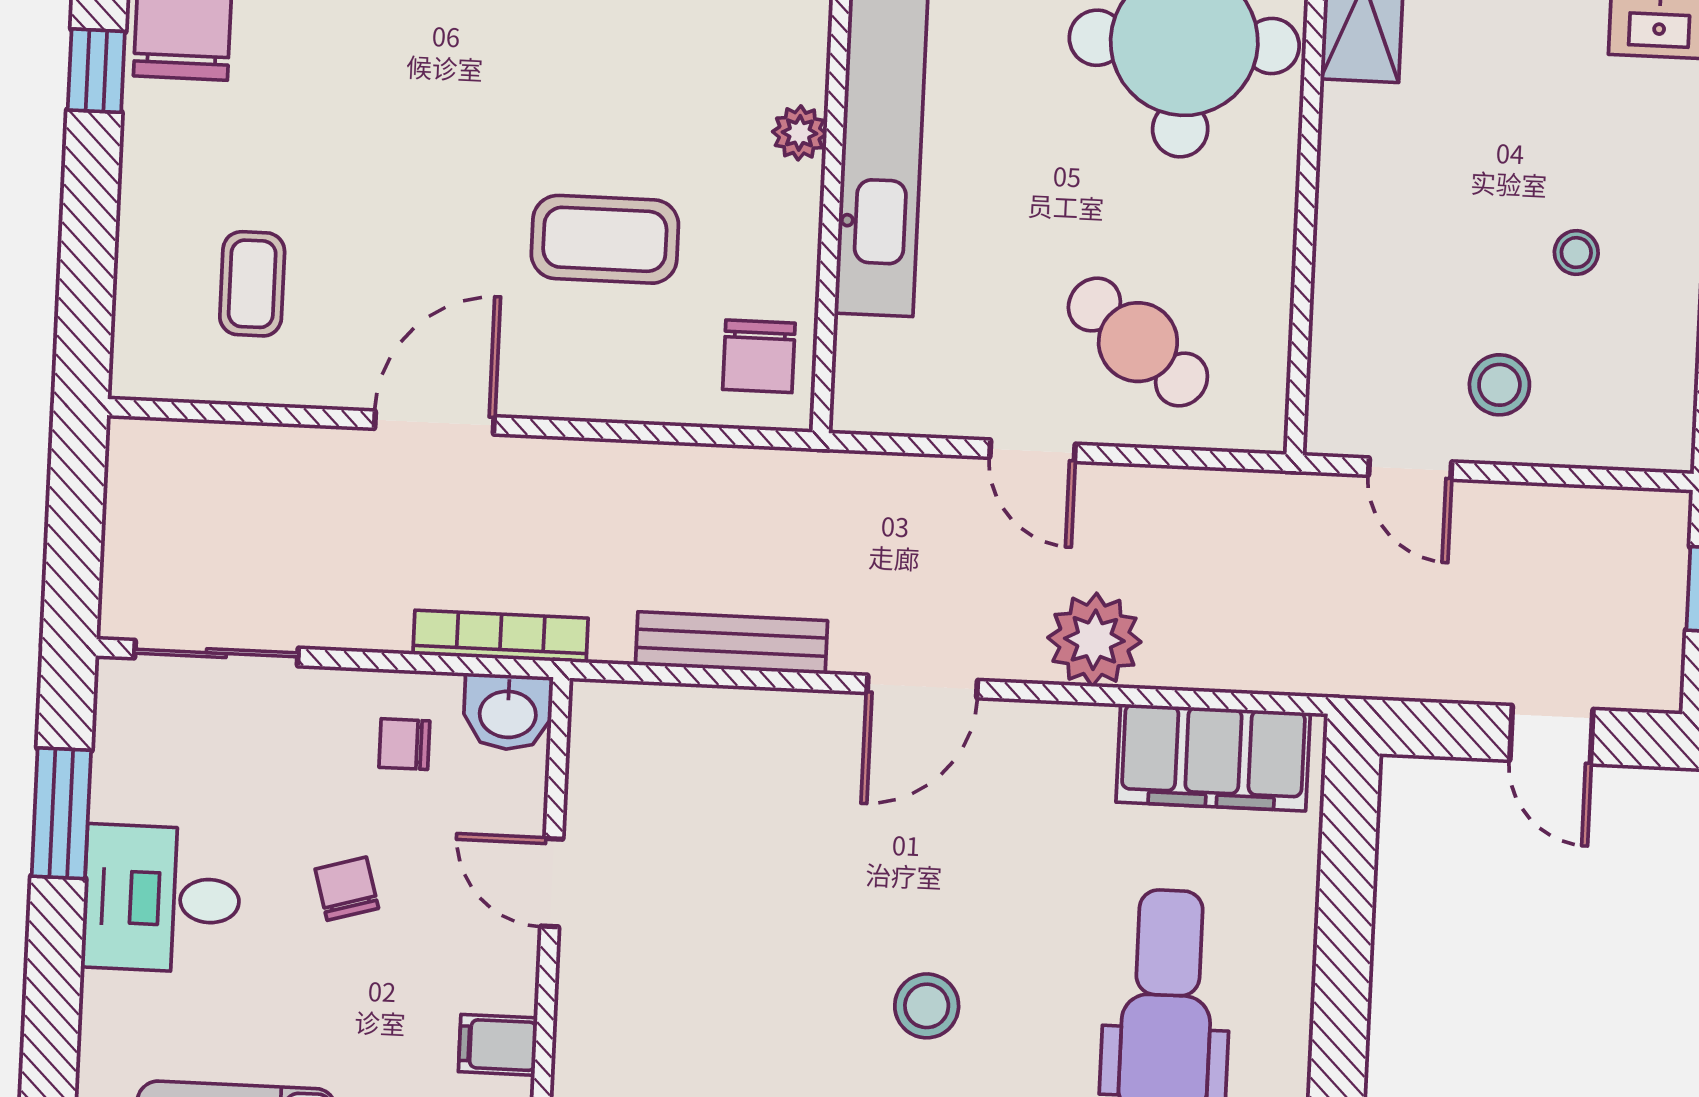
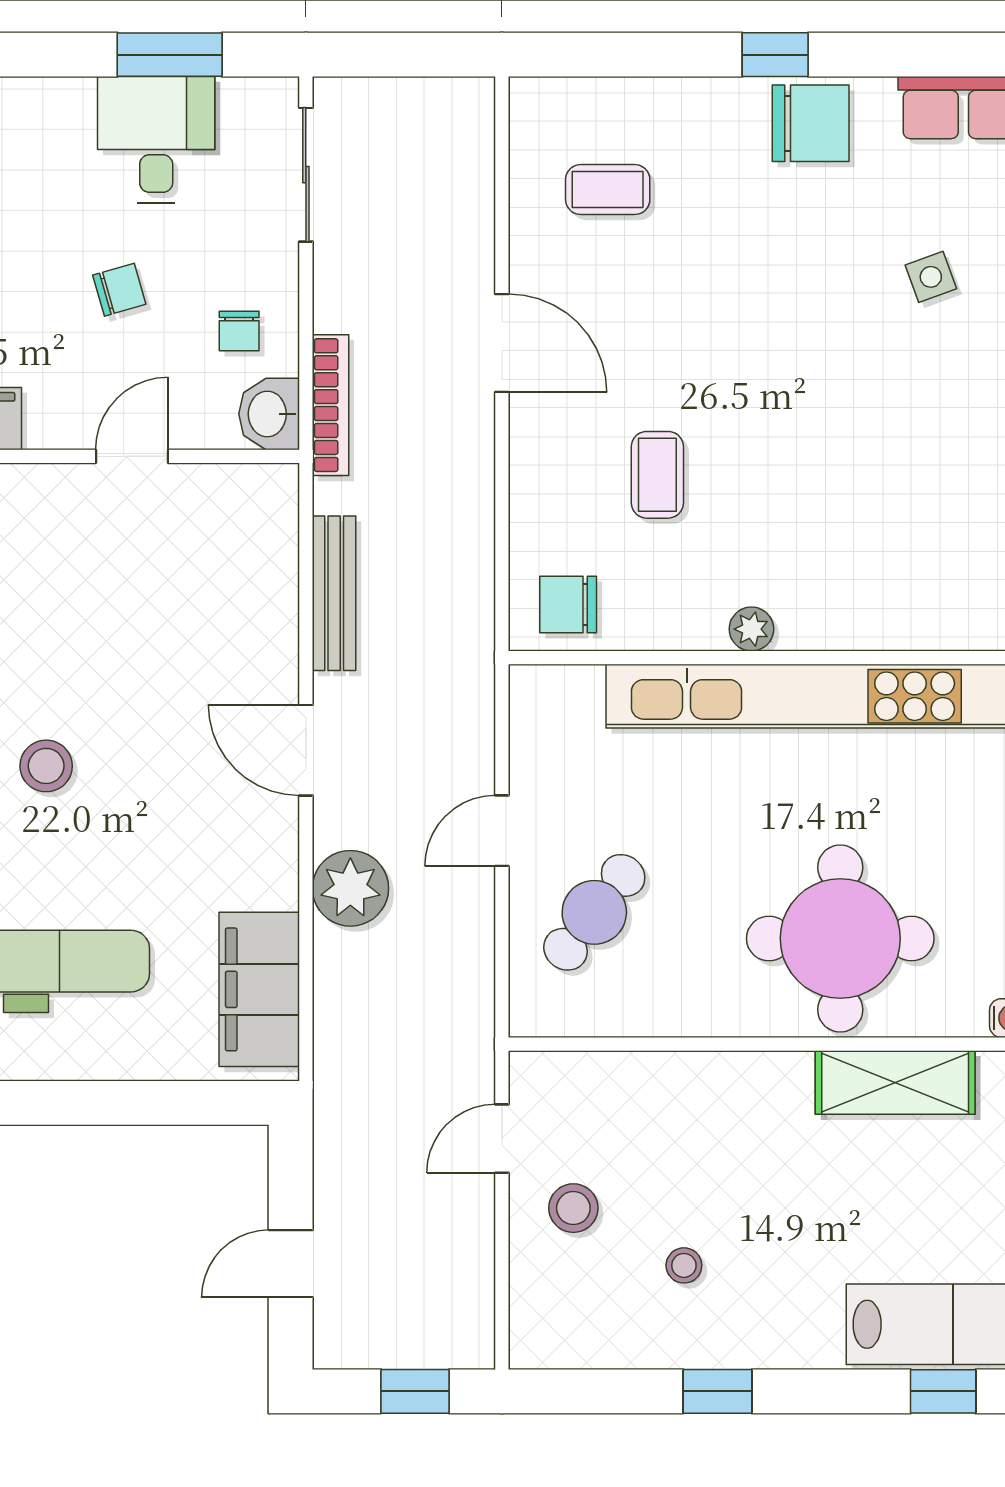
coffee table: (605, 239) -> (657, 475), width x0.73, depth x0.77
chair: (404, 744) -> (239, 331), turned 180
desk: (162, 899) -> (156, 139), moved

